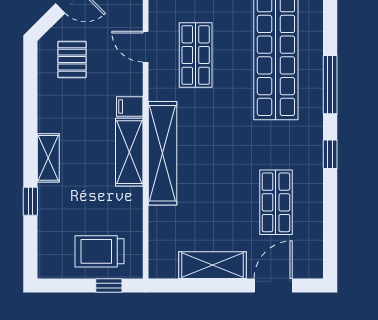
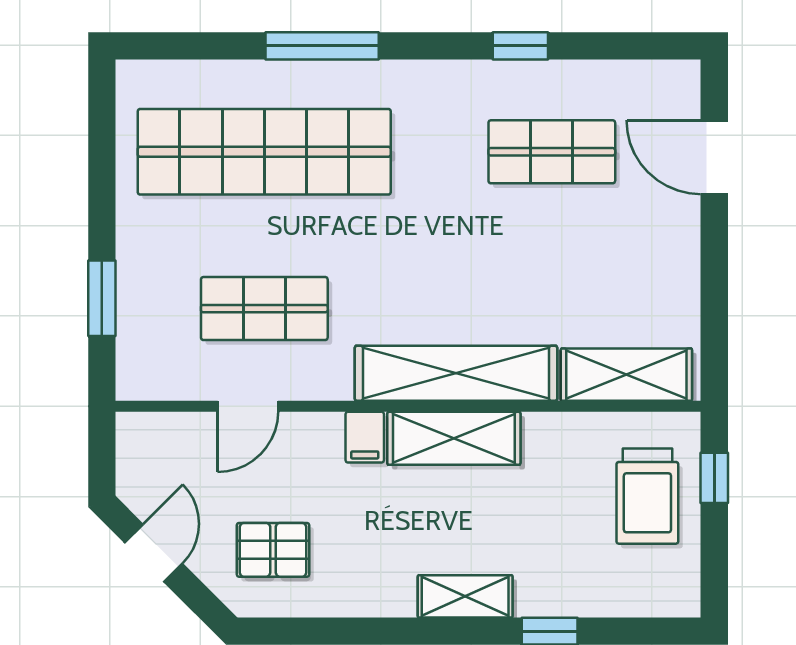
window: (330, 154) -> (520, 46), moved
shelving: (213, 265) -> (626, 375), moved, turned 90

